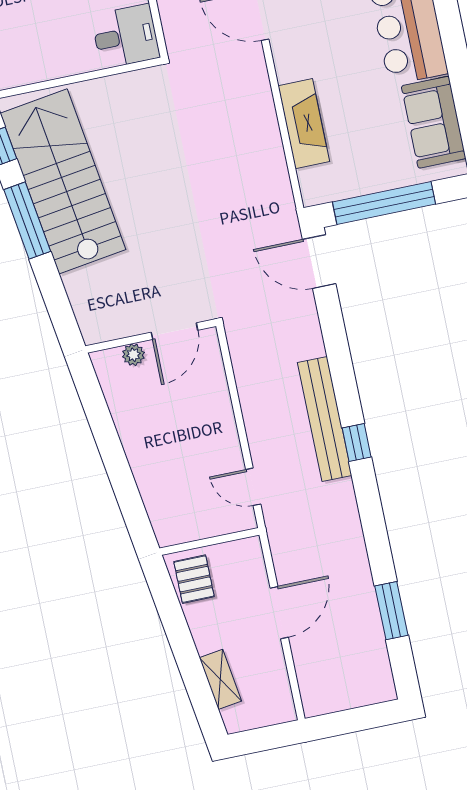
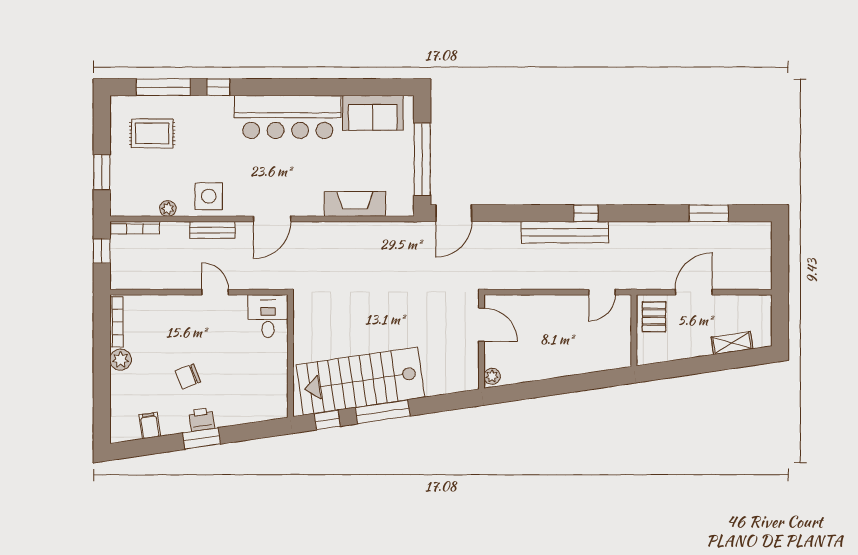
plant: (133, 355) -> (492, 376), moved
pallet: (194, 579) -> (654, 317), moved, turned 90
door: (279, 613) -> (694, 292), hinge flipped

